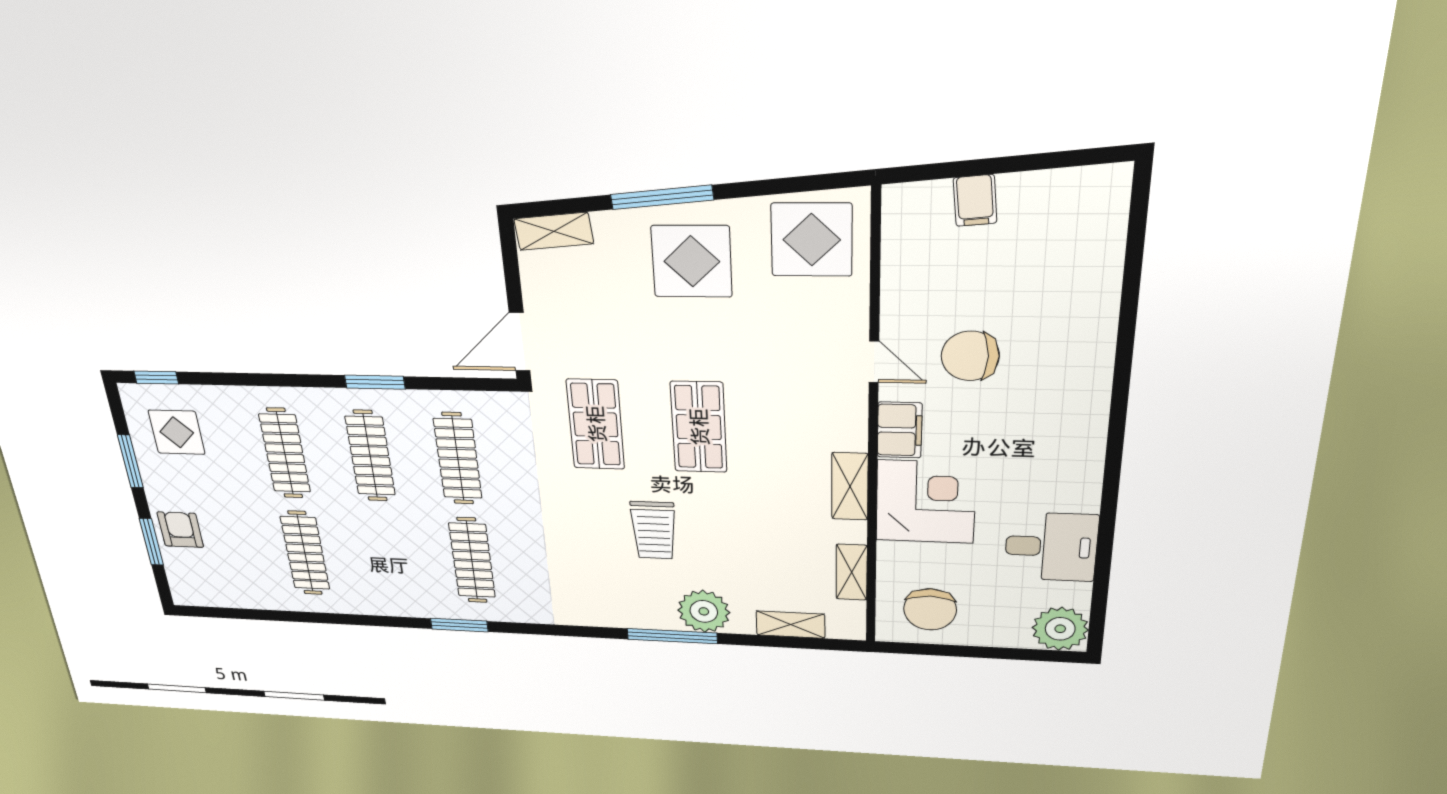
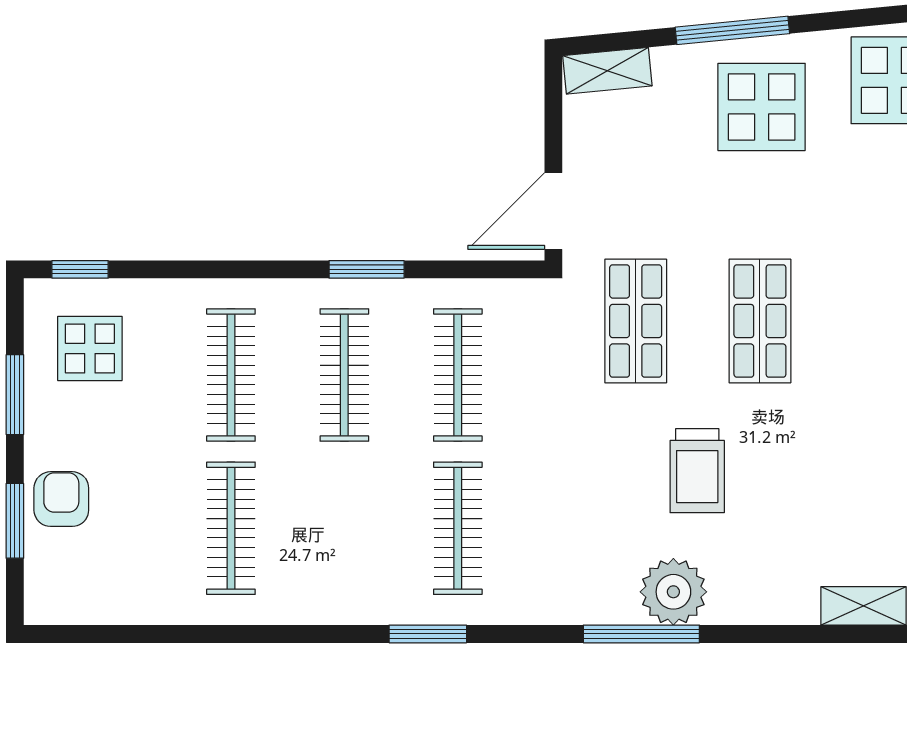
plant: (704, 611) -> (673, 592), moved
window: (672, 636) -> (641, 634), moved

